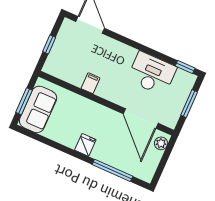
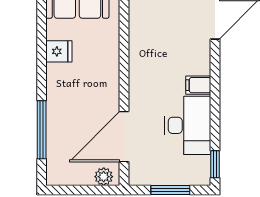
filing cabinet: (90, 83) -> (198, 85), moved, turned 180
fridge: (85, 145) -> (59, 51), moved

